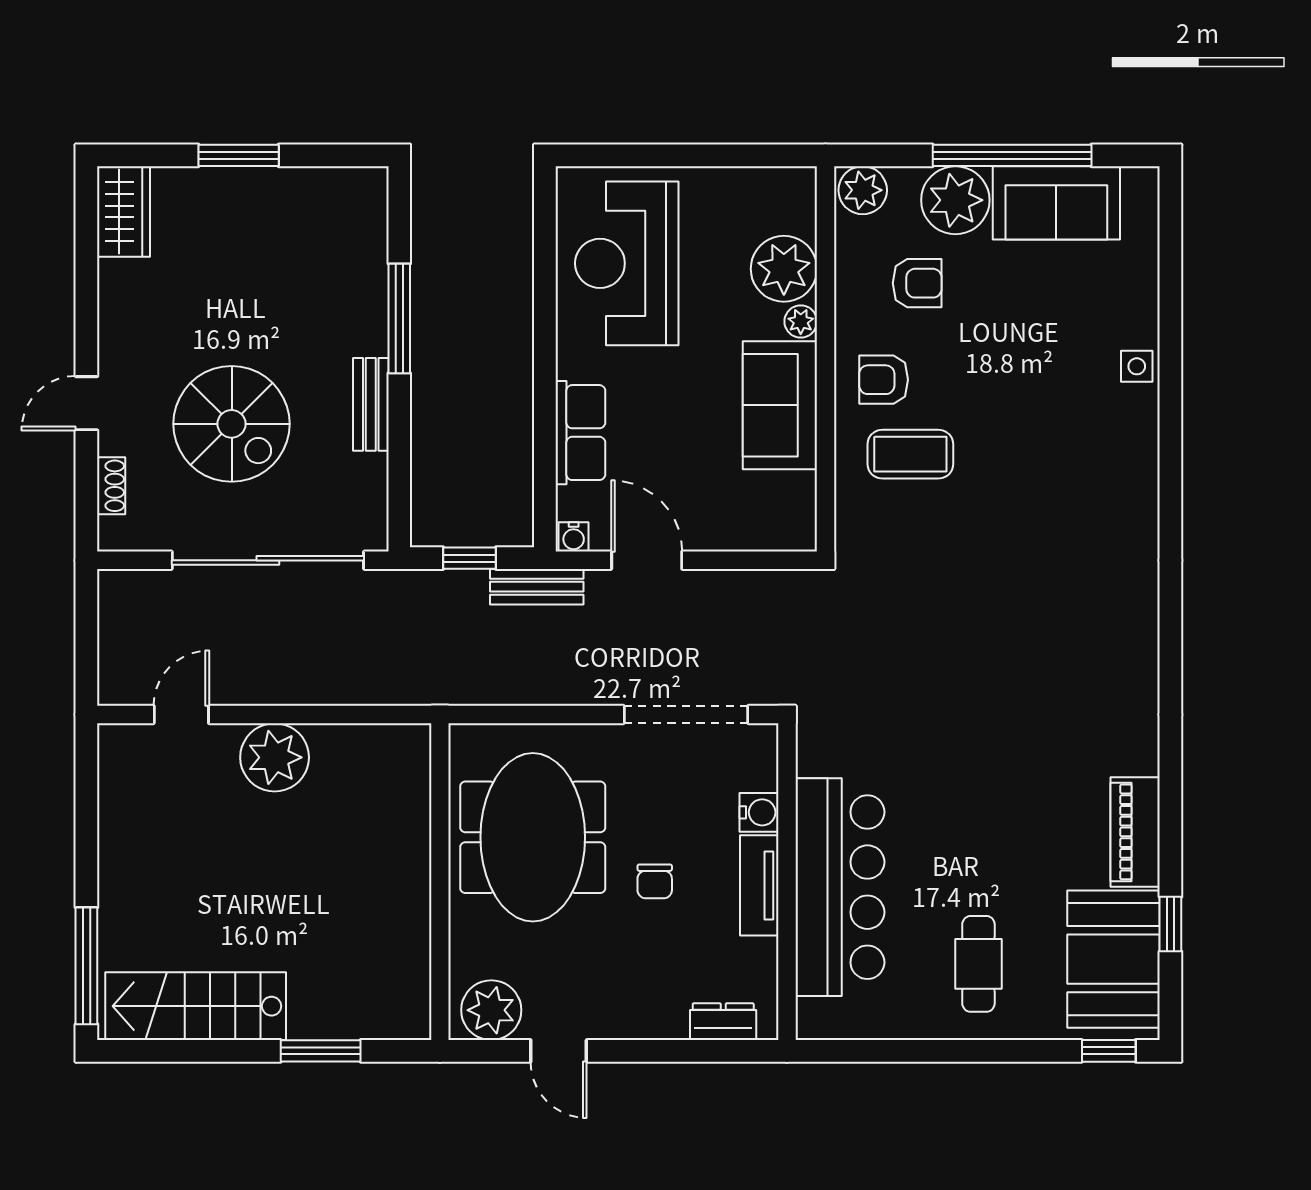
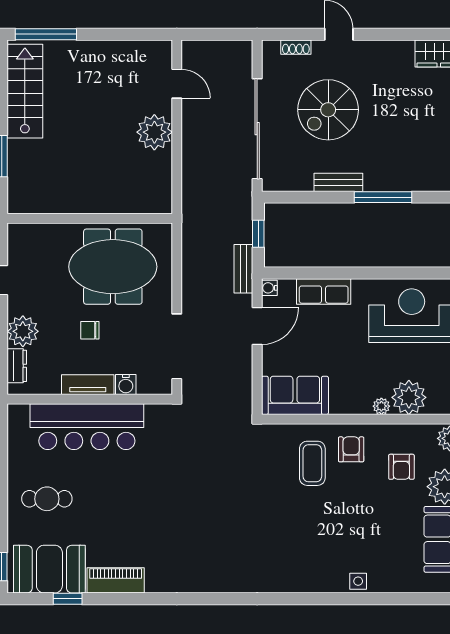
sofa: (780, 405) -> (295, 395), moved
plant: (491, 1010) -> (23, 331), moved

